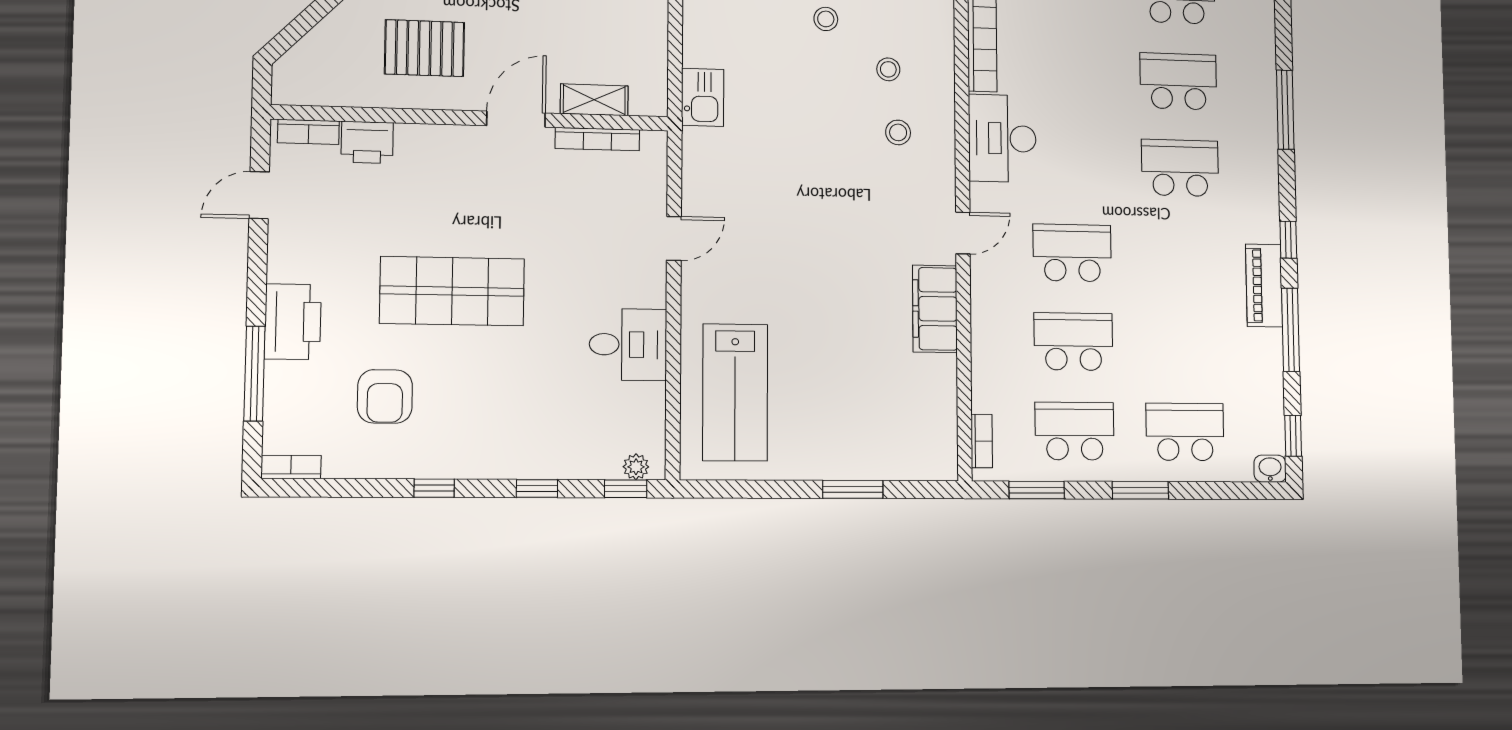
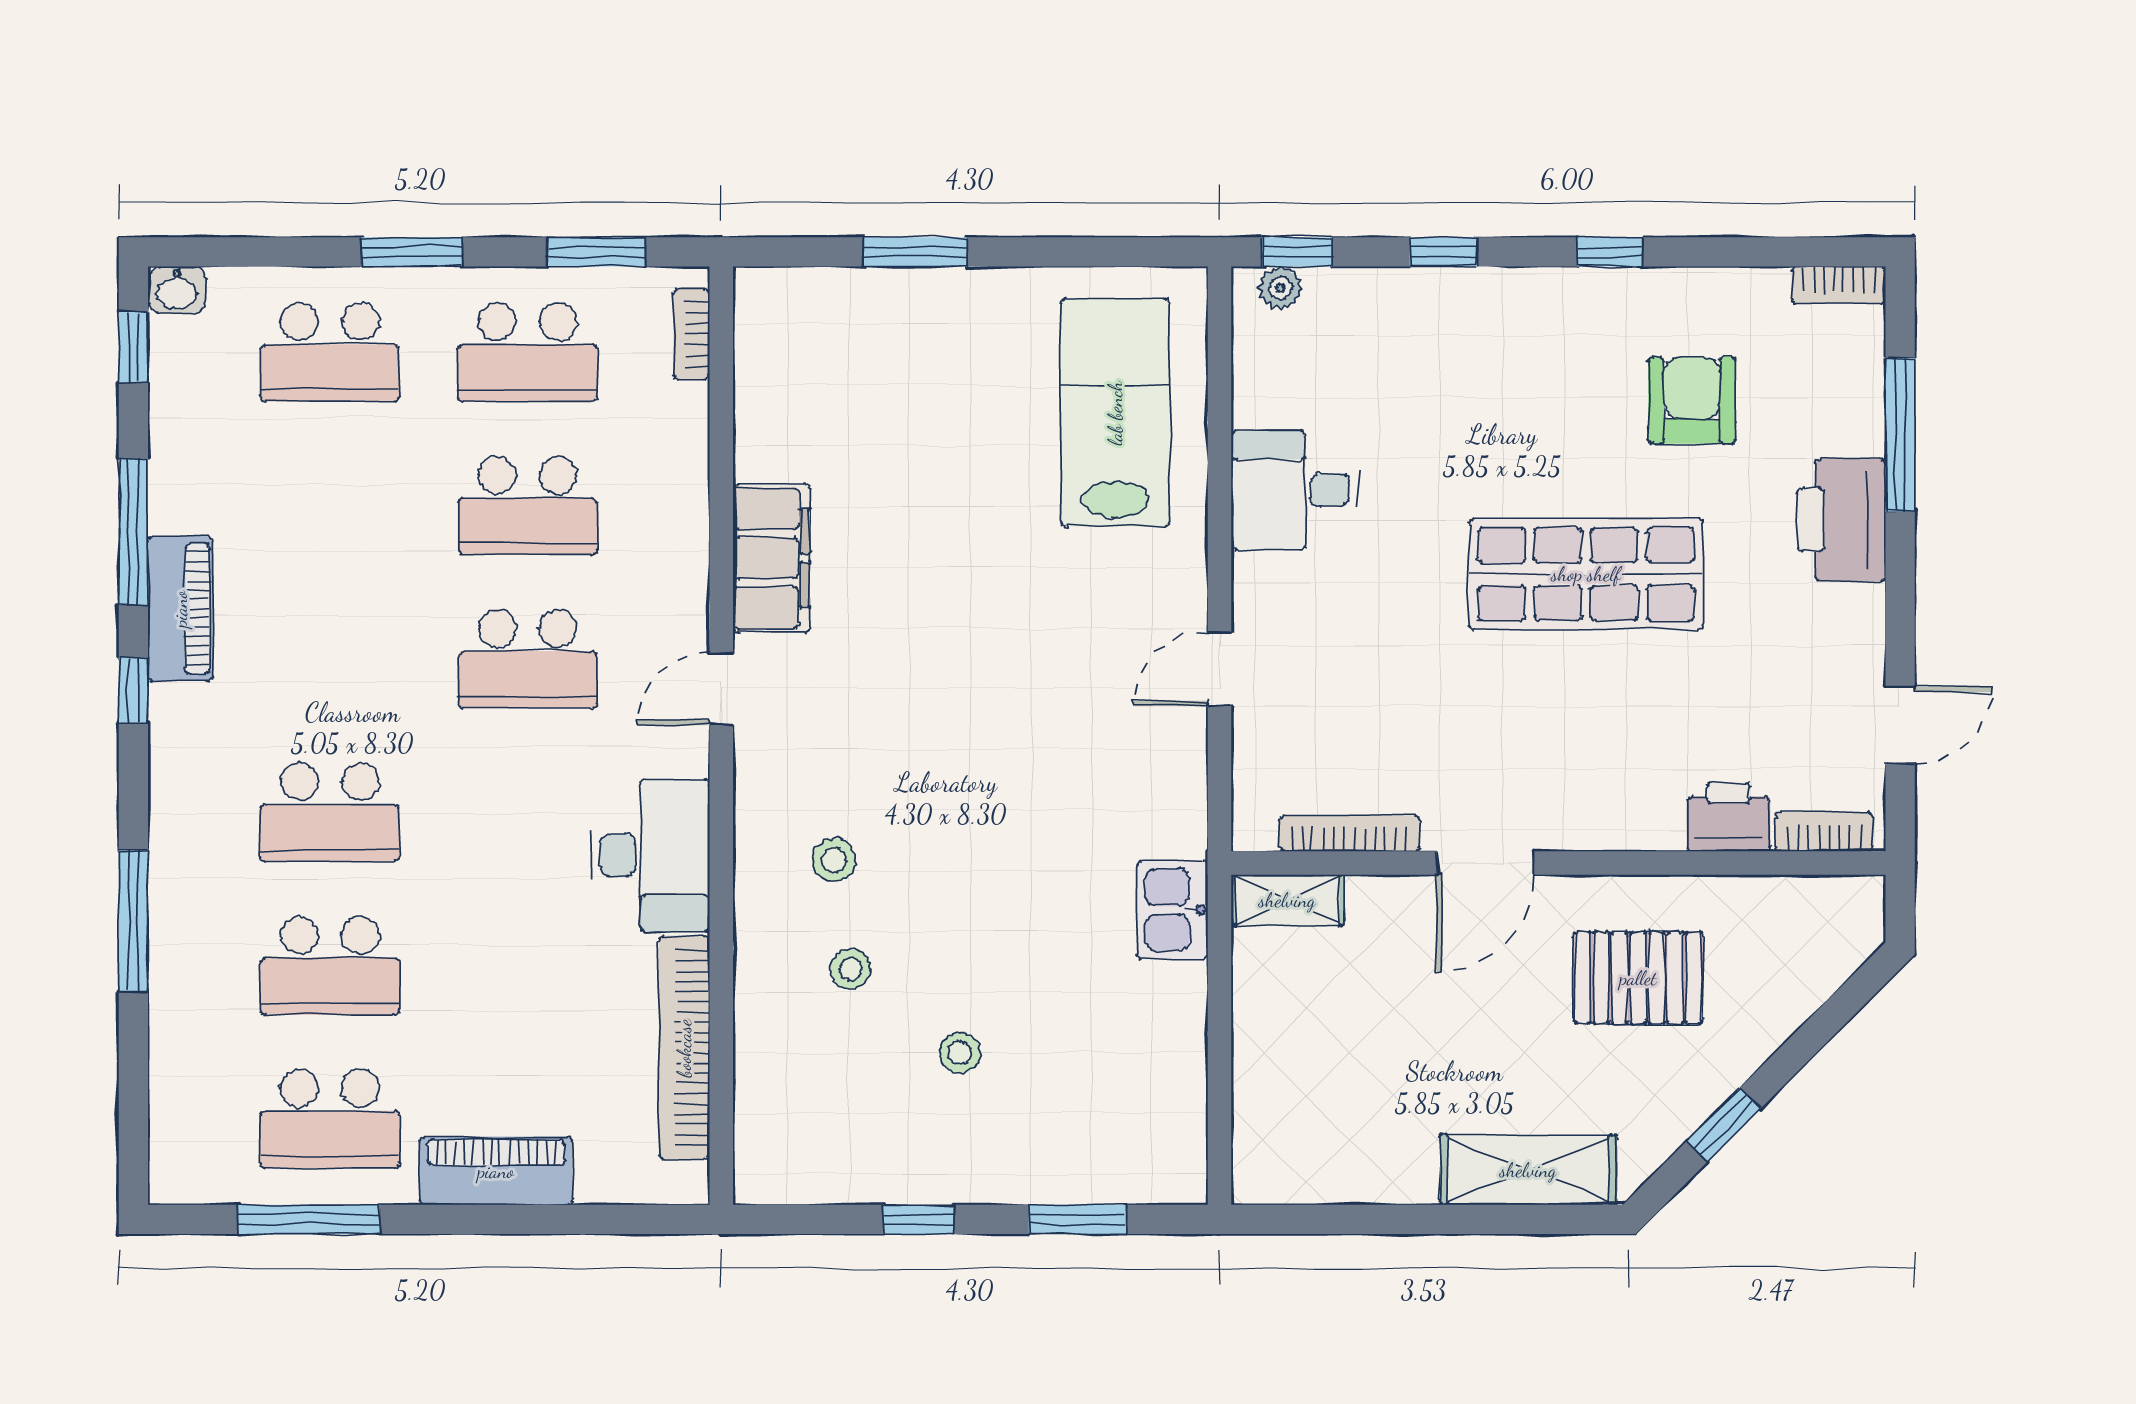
shelving: (594, 100) -> (1287, 900), moved

